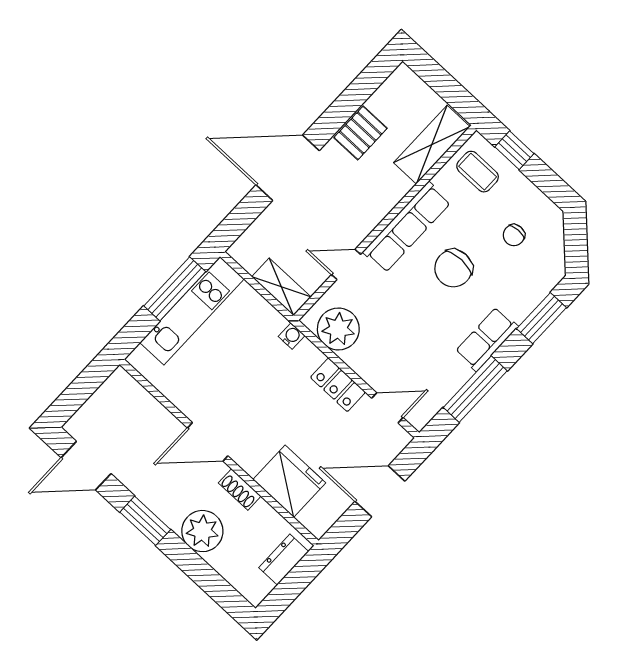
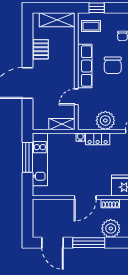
shelving: (432, 145) -> (57, 20), moved, turned 90
plant: (338, 329) -> (105, 120), moved
locker: (338, 385) -> (98, 139), moved
door: (86, 466) -> (52, 243), hinge flipped
window: (145, 521) -> (89, 243), width x1.44

